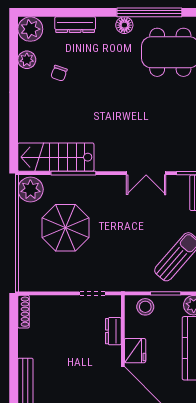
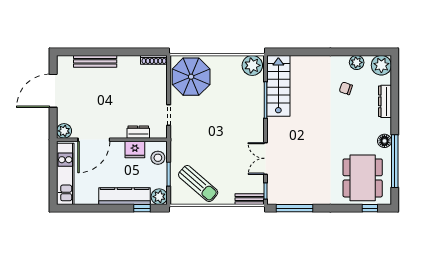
parasol: (66, 228) -> (191, 77), moved
fridge: (135, 351) -> (135, 150), moved

